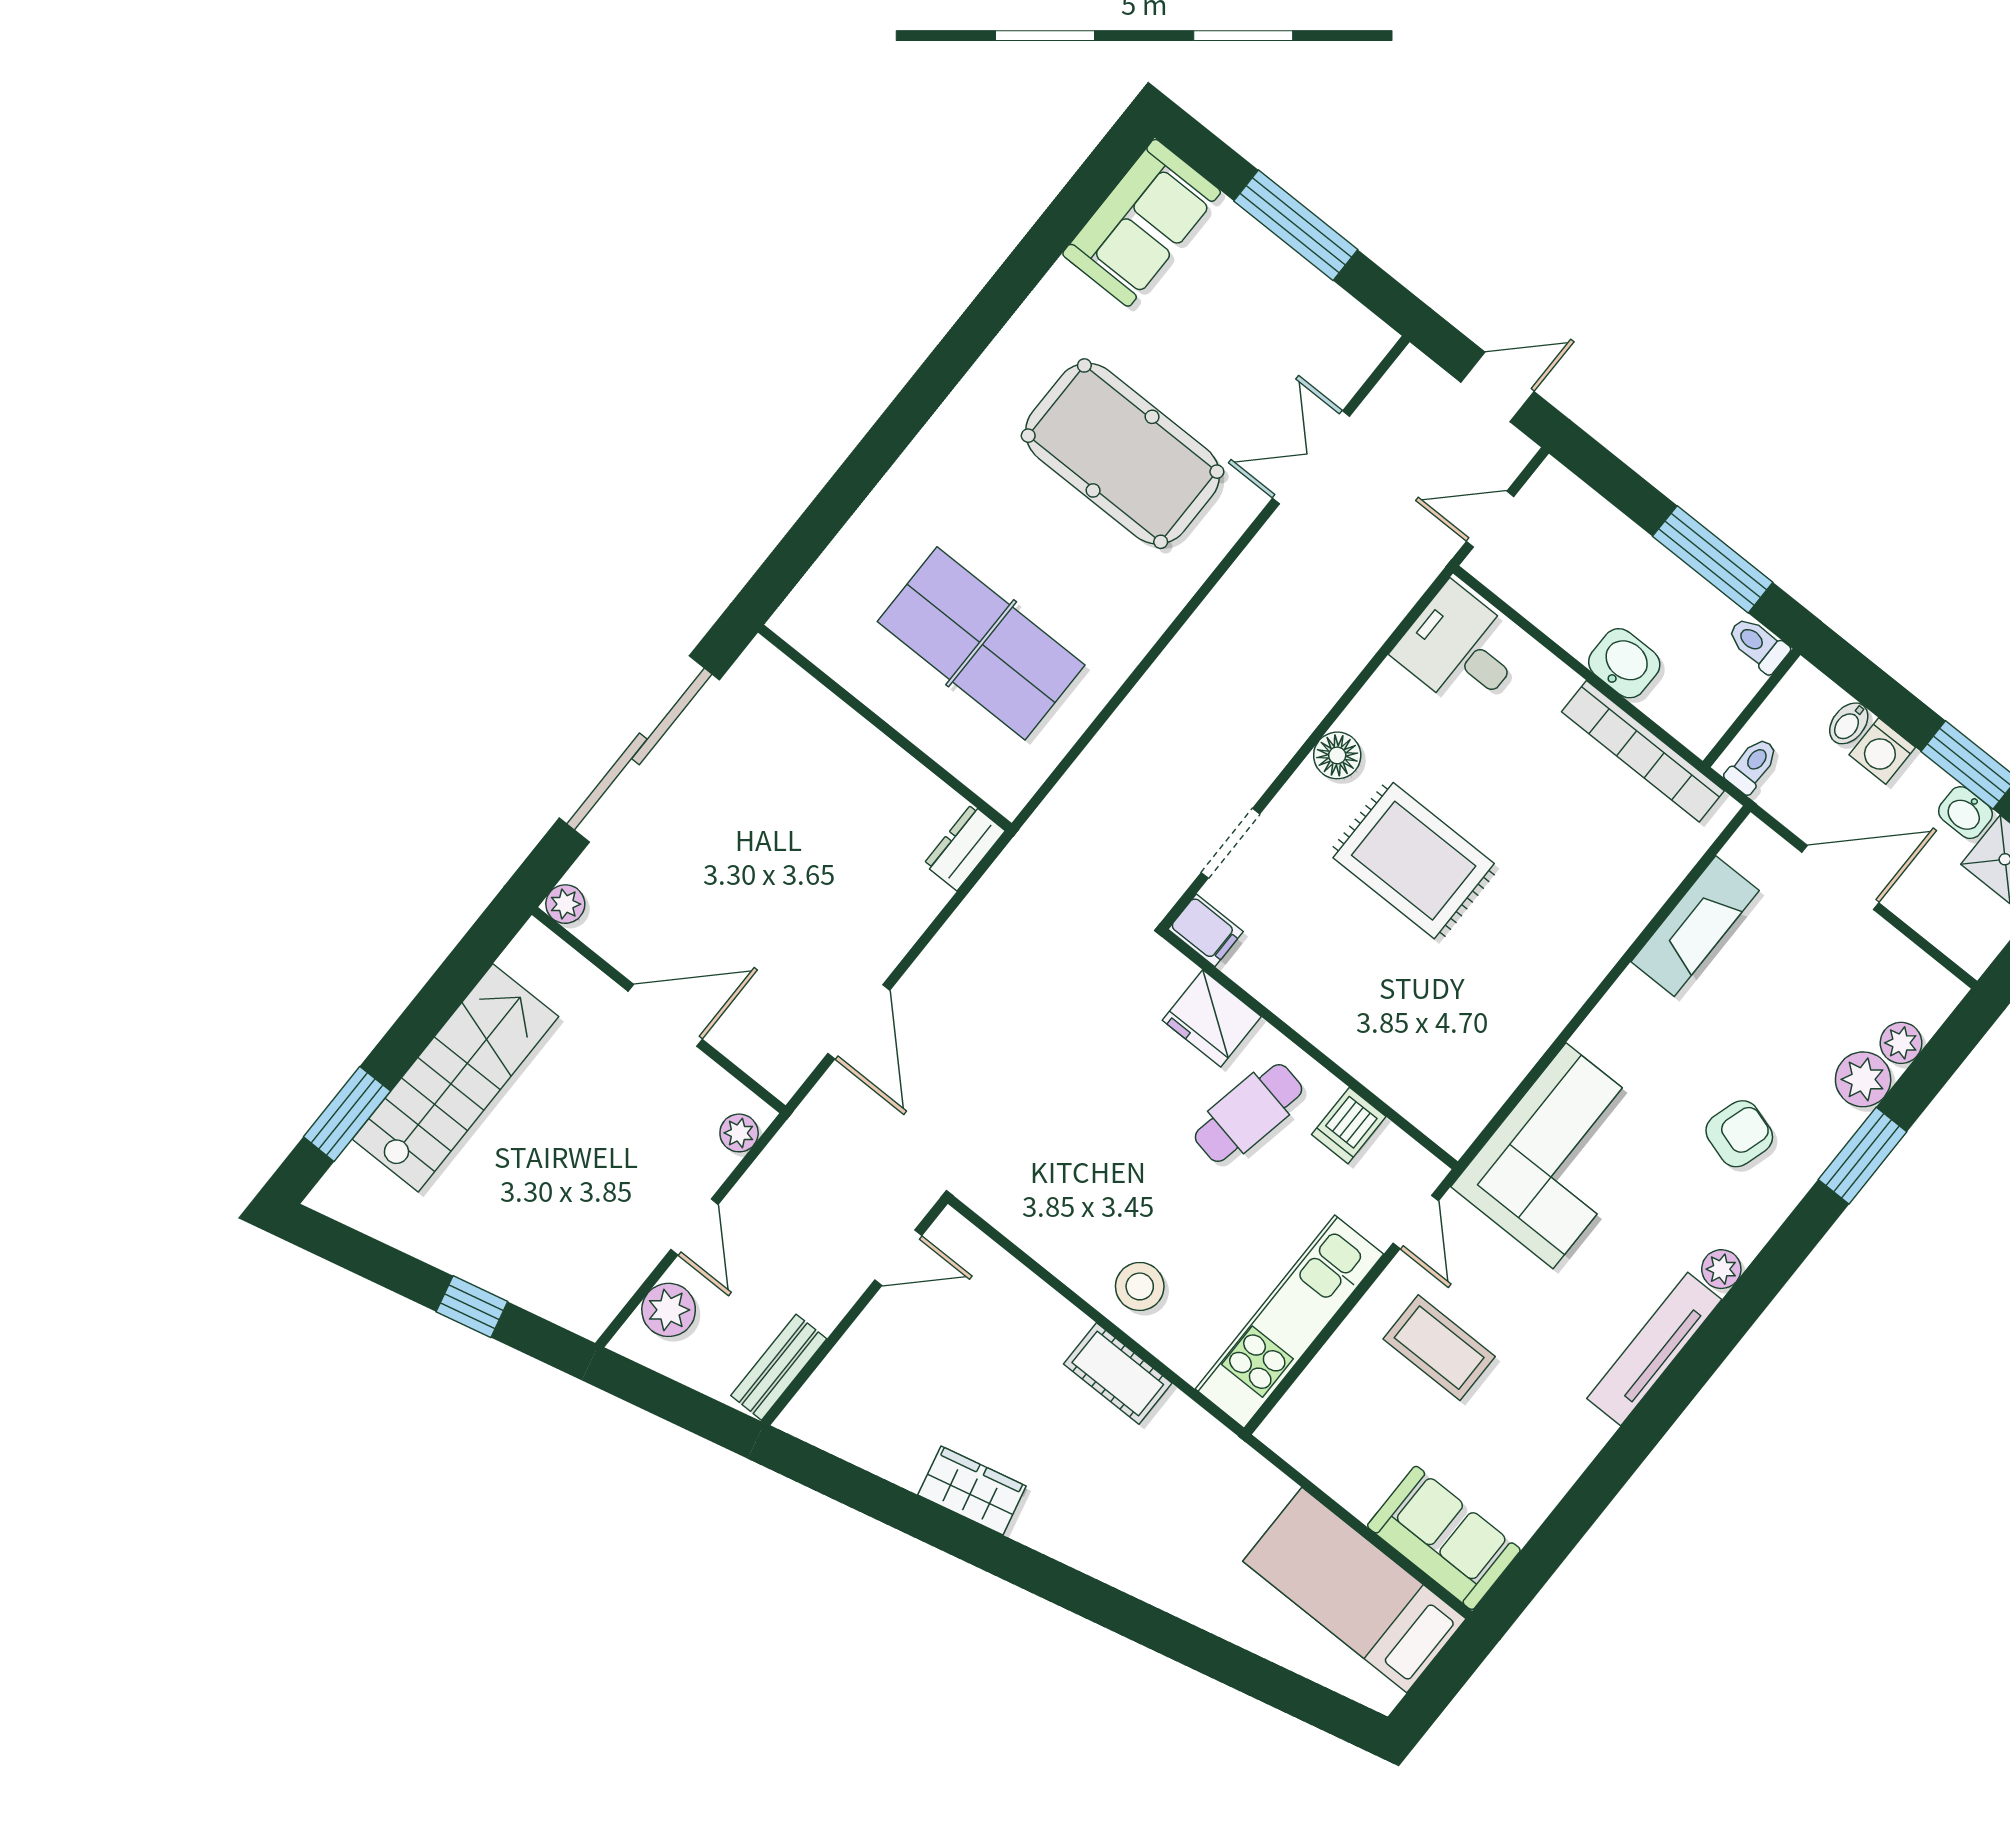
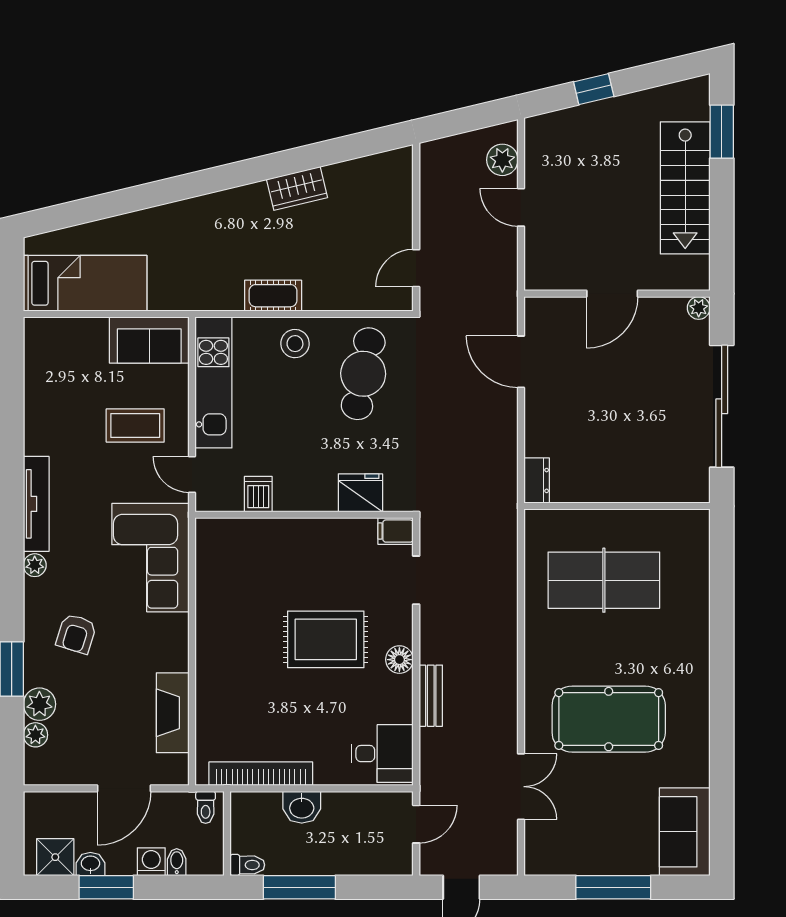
cafe table: (1249, 1113) -> (363, 374), moved, width x1.37, depth x1.35
plant: (739, 1133) -> (535, 267), removed
bench: (779, 1367) -> (431, 696), moved
sofa: (1444, 1538) -> (149, 340), moved

